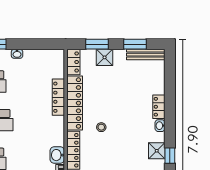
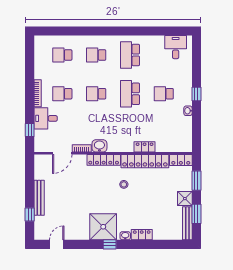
shower: (105, 57) -> (185, 199), moved
locker: (58, 97) -> (145, 147), width x0.66
shower: (157, 151) -> (103, 227), width x1.86, depth x1.86
window: (170, 156) -> (110, 244), moved

